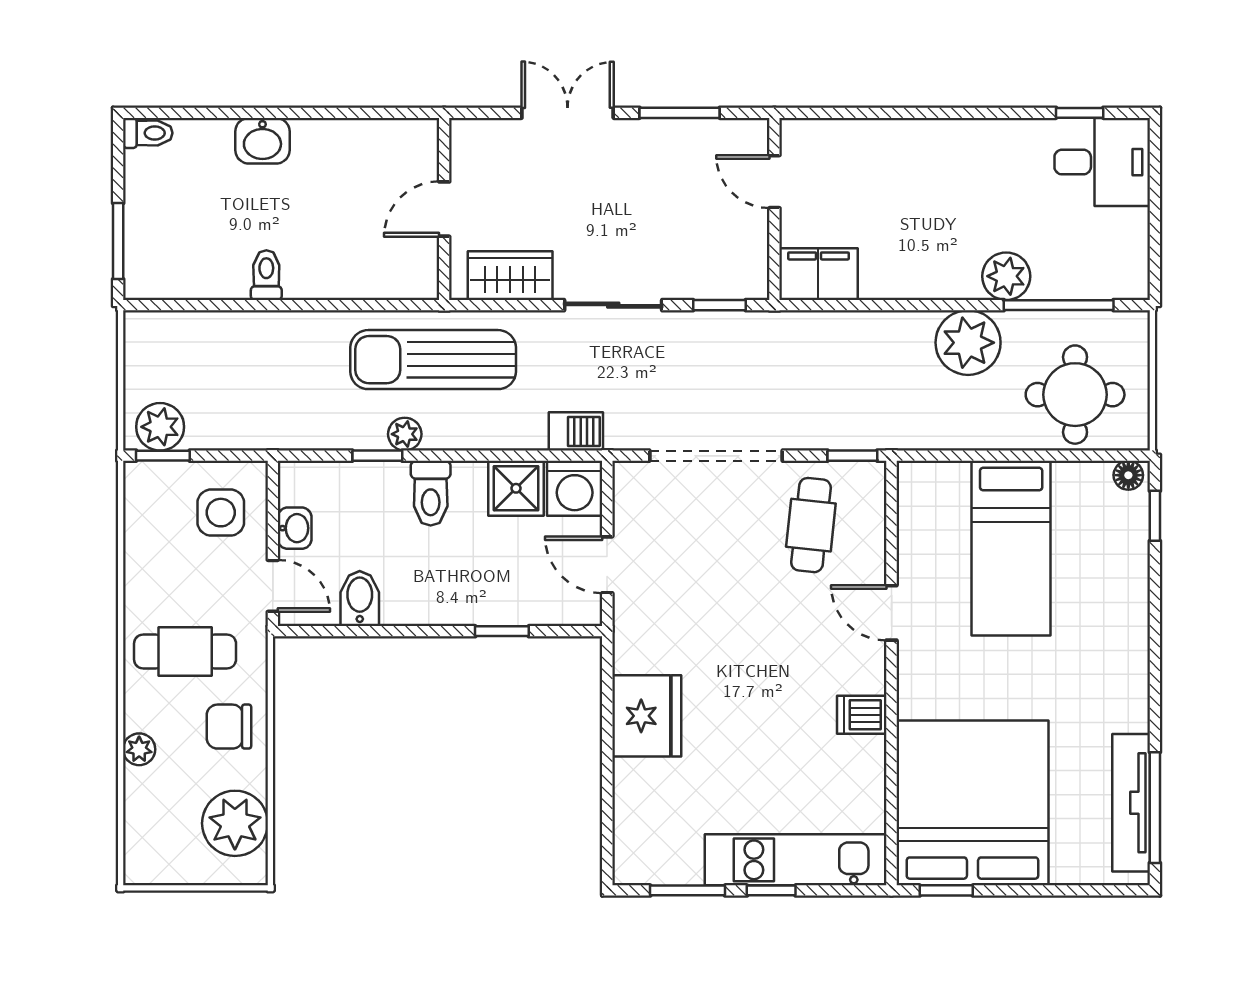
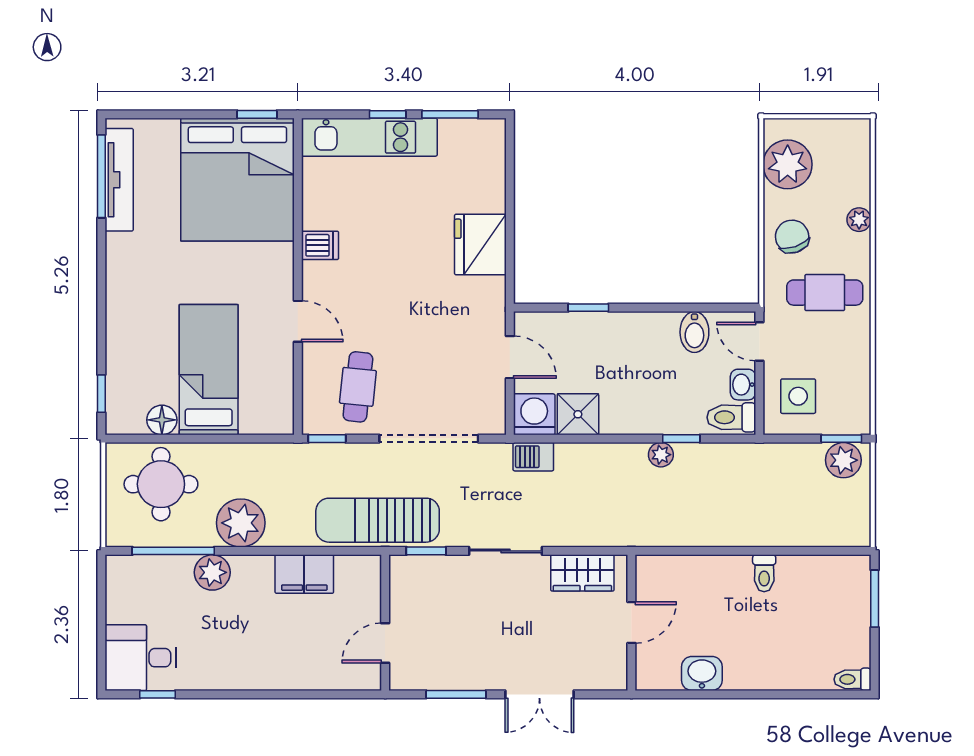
washbasin: (262, 141) -> (702, 673), moved
door: (774, 182) -> (385, 643), swing flipped
filing cabinet: (818, 274) -> (304, 574), moved
sun lounger: (433, 360) -> (378, 520), moved, turned 180
floor lamp: (1128, 475) -> (162, 420), moved, width x1.37, depth x1.37
toilet: (431, 493) -> (731, 417), moved, turned -90
chair: (229, 727) -> (792, 237), turned -109

